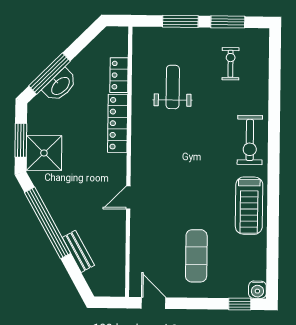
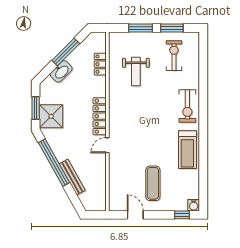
exercise bike: (231, 64) -> (174, 56), width x1.38, depth x1.39
window: (49, 74) -> (66, 52), moved
weight bench: (173, 87) -> (136, 72), turned 180
locker: (118, 123) -> (100, 116), moved
bench: (78, 251) -> (72, 177), width x1.36
door: (153, 303) -> (135, 215), moved

